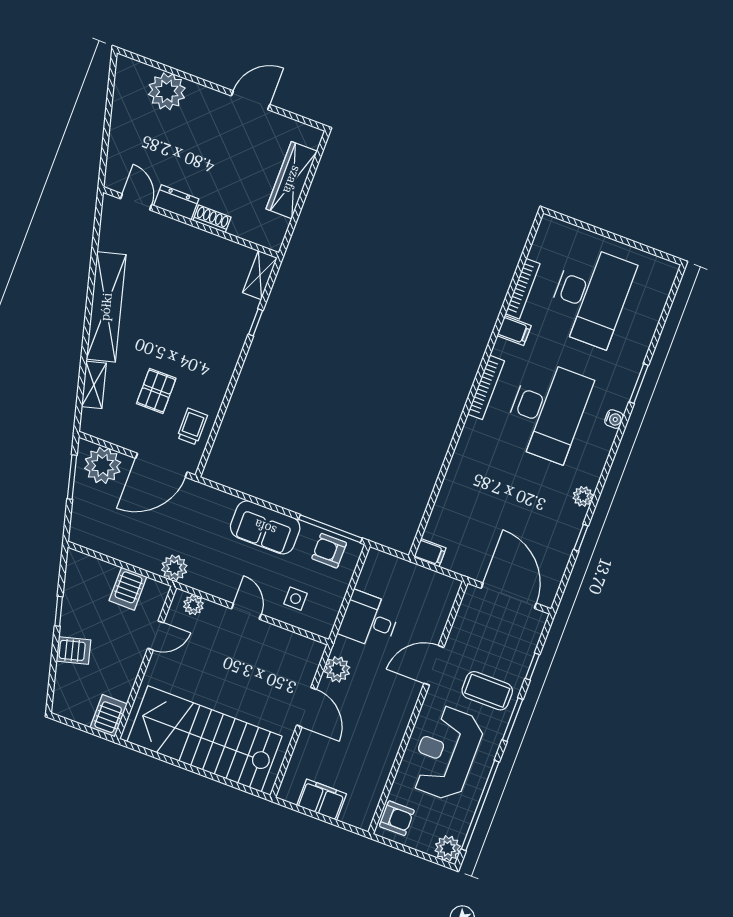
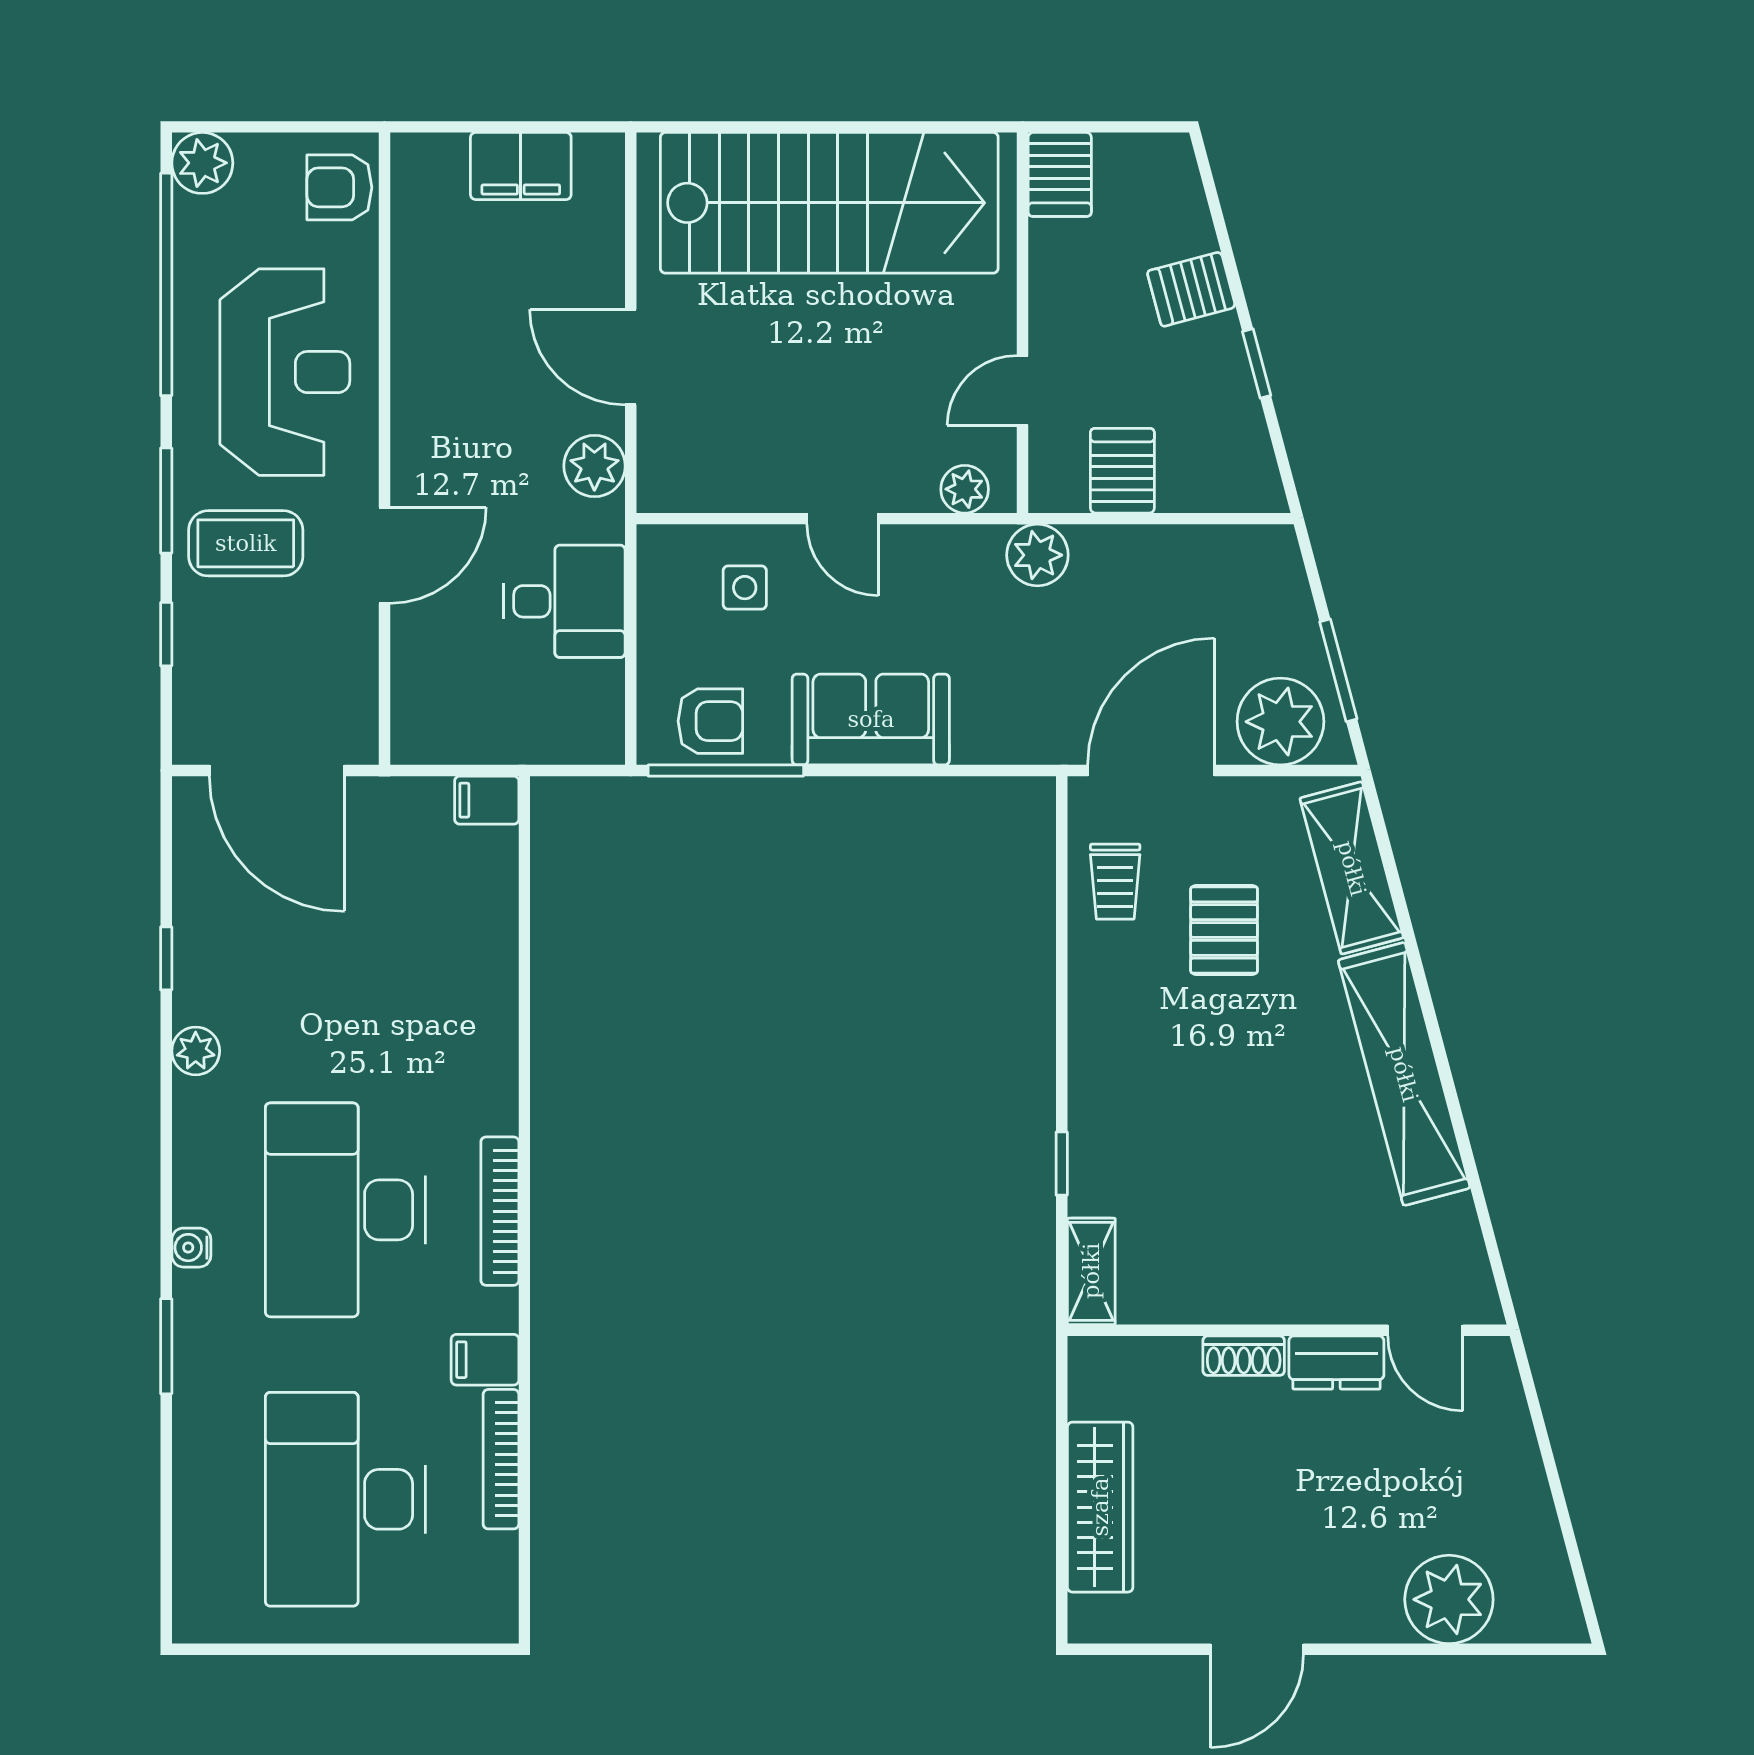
shelving: (94, 385) -> (1352, 868), width x1.50, depth x1.33

